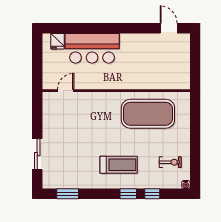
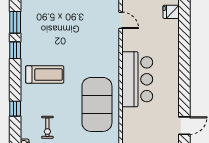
bar counter: (92, 48) -> (137, 79), moved, turned 180
treadmill: (119, 165) -> (45, 75), turned -90
window: (128, 194) -> (15, 50), moved

